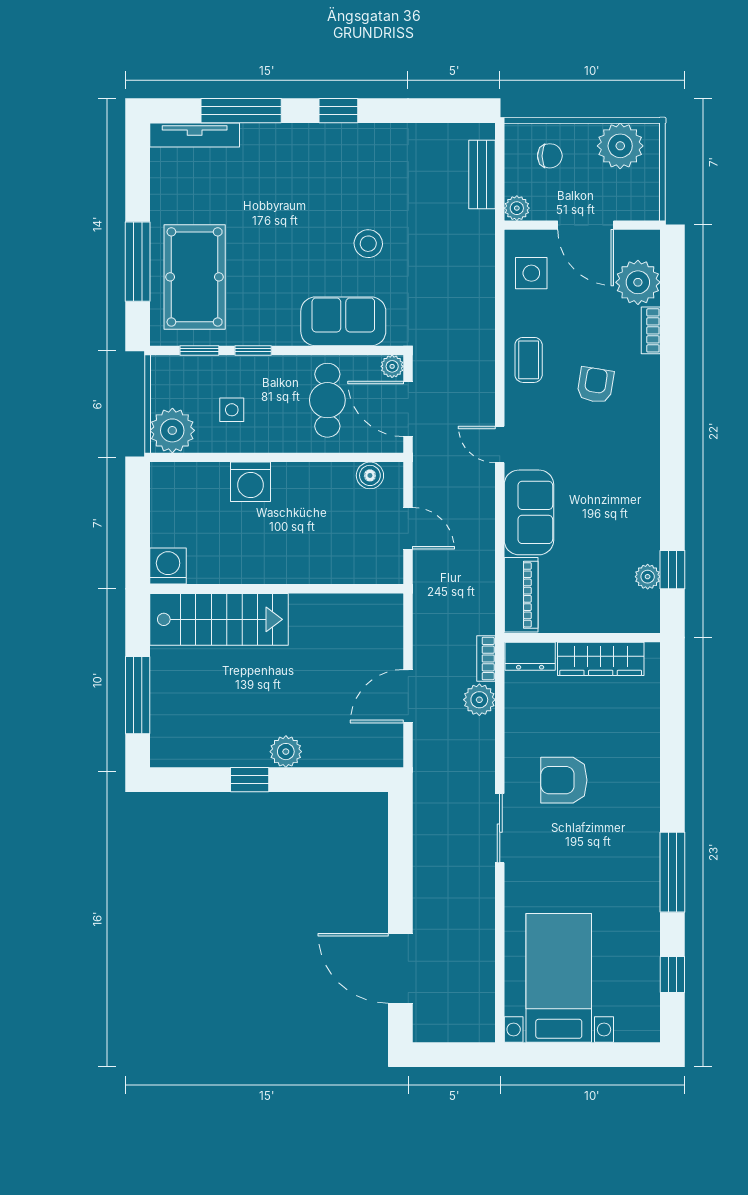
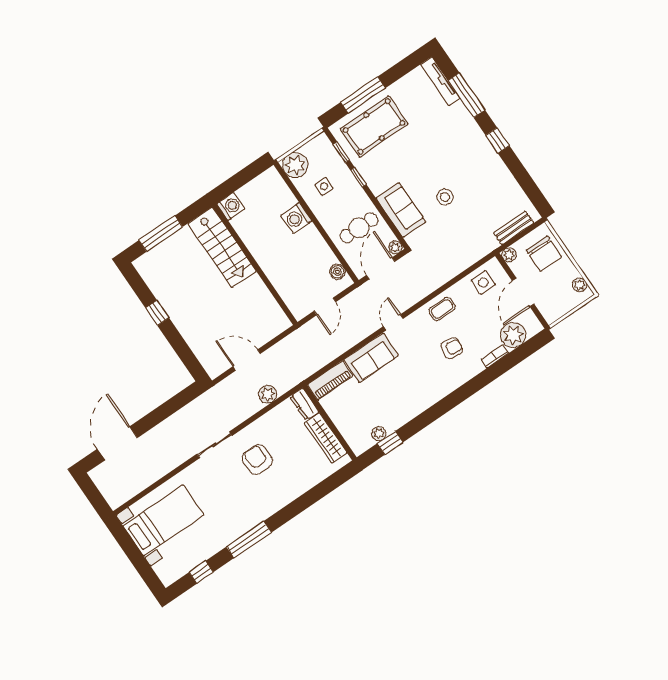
plant: (620, 146) -> (580, 285), width x0.53, depth x0.53
chair: (550, 156) -> (544, 254), width x1.87, depth x1.87
bookcase: (486, 658) -> (289, 384), removed
plant: (286, 752) -> (182, 321), removed

